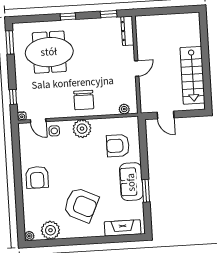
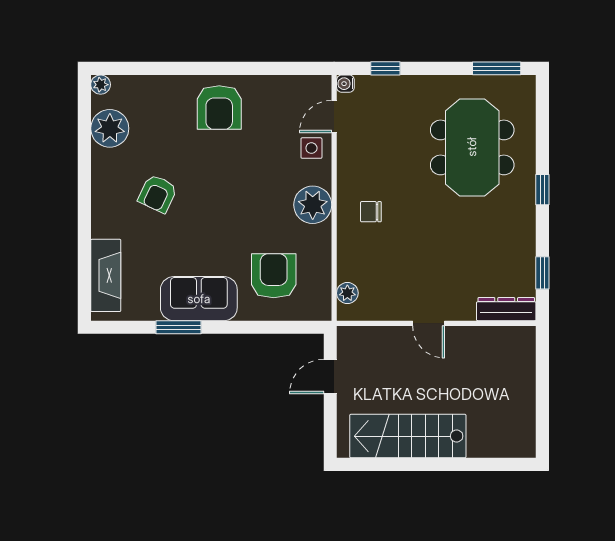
chair: (84, 100) -> (371, 212), width x0.54, depth x0.54
armchair: (37, 177) -> (219, 108), turned -90
armchair: (81, 205) -> (158, 194), width x0.53, depth x0.53

